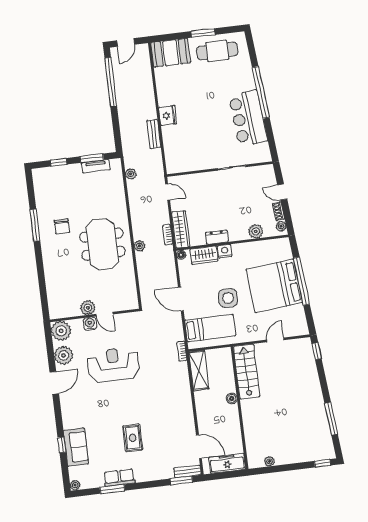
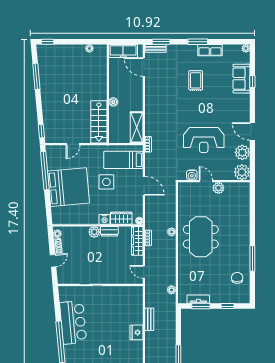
door: (282, 192) -> (53, 261), hinge flipped
chair: (62, 226) -> (237, 278), moved
plant: (256, 231) -> (94, 232), moved
window: (301, 281) -> (45, 171), moved
water cooler: (90, 324) -> (192, 175), moved
door: (54, 383) -> (252, 131), hinge flipped
window: (112, 489) -> (198, 42), moved

